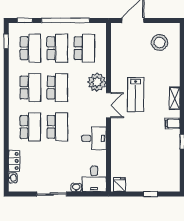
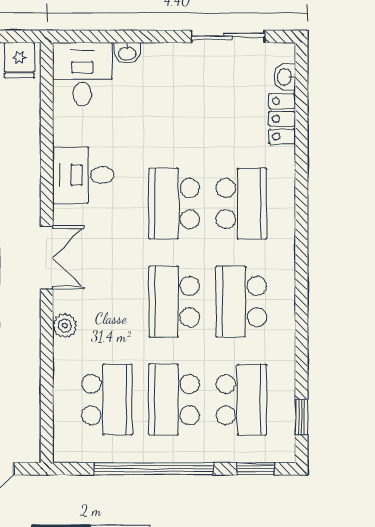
school desk: (30, 48) -> (241, 400), turned 180
school desk: (84, 48) -> (107, 400), turned 180
plant: (97, 82) -> (65, 326), width x0.53, depth x0.53
double door: (108, 105) -> (47, 258), swing flipped
school desk: (30, 127) -> (241, 204), turned 180
sliding door: (52, 194) -> (228, 36), moved

